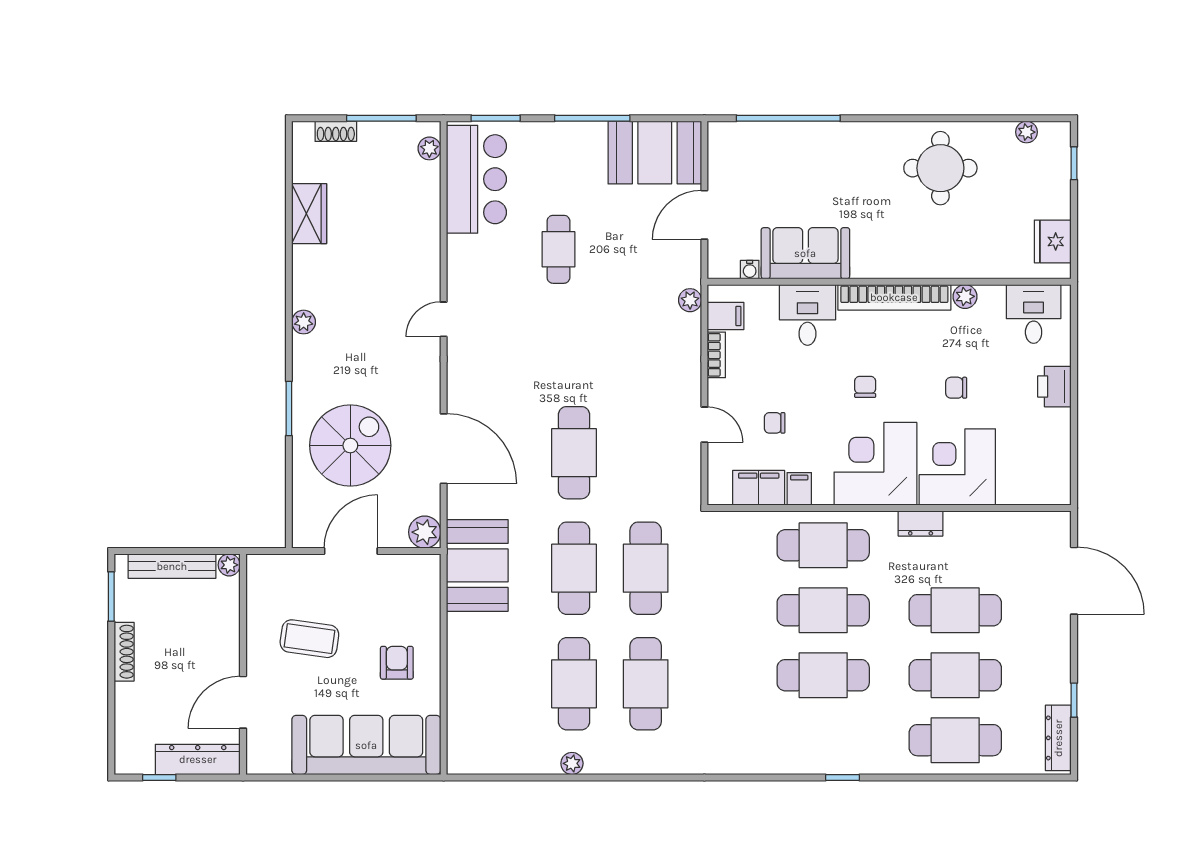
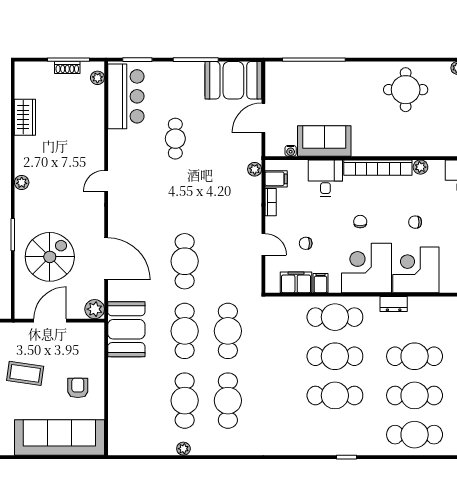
shoe rack: (336, 131) -> (67, 67), moved

